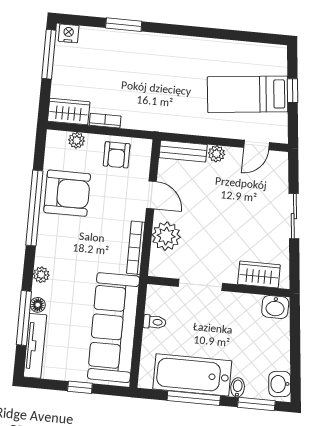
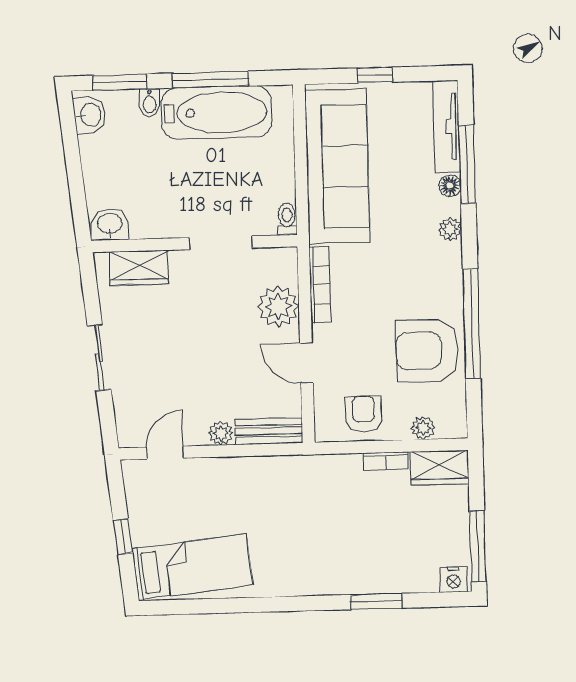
bed: (248, 94) -> (192, 567), moved
toilet: (155, 322) -> (287, 219), moved, turned 90

